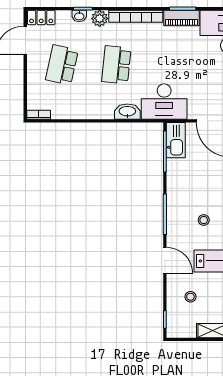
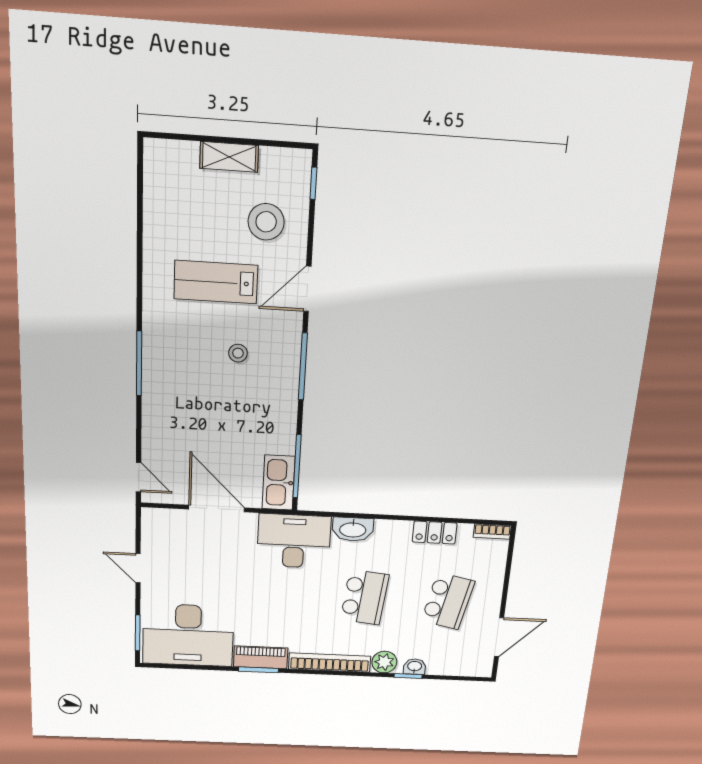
locker: (41, 18) -> (435, 533), moved, turned 180
door: (165, 260) -> (307, 289), hinge flipped
stool: (190, 297) -> (266, 222), width x1.89, depth x1.89

